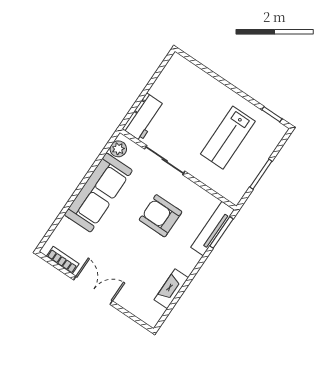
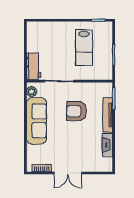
tv unit: (213, 229) -> (108, 115), moved
double door: (93, 290) -> (68, 173), swing flipped

